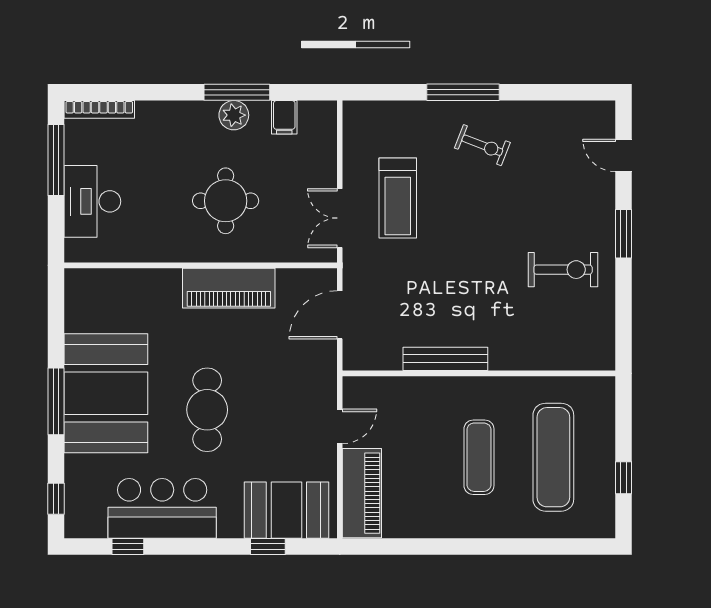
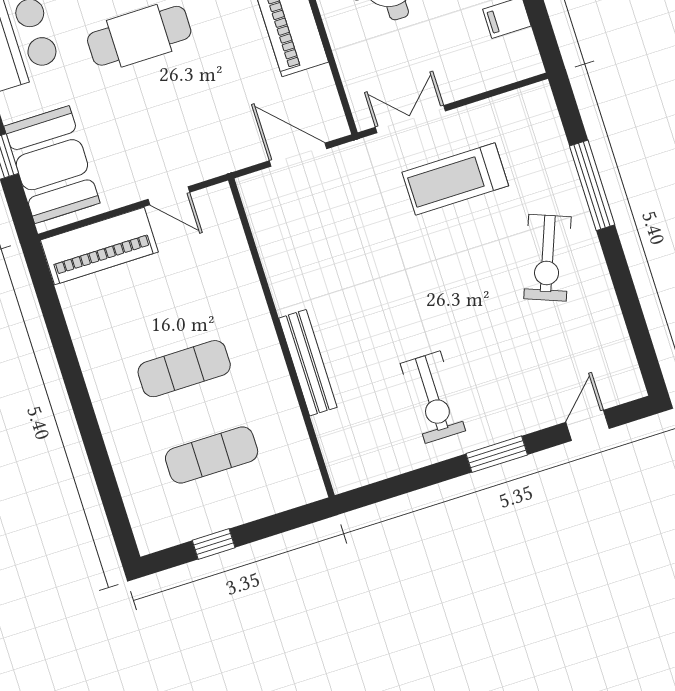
window: (463, 92) -> (592, 185), moved
exercise bike: (482, 145) -> (547, 258), width x1.38, depth x1.39
bench: (445, 359) -> (308, 363), moved
exercise mat: (553, 457) -> (212, 455), width x0.73, depth x0.69

